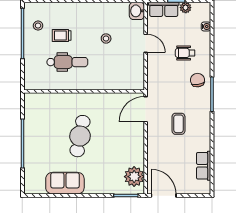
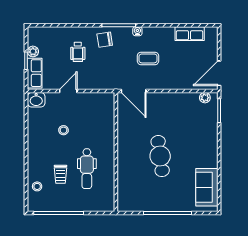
stool: (38, 26) -> (37, 186), moved
water cooler: (206, 26) -> (137, 31), moved
dental chair: (67, 62) -> (87, 169), turned 180
cafe table: (80, 136) -> (160, 156), turned 71
plant: (134, 177) -> (205, 98), width x0.53, depth x0.53
sofa: (65, 183) -> (207, 187), moved

